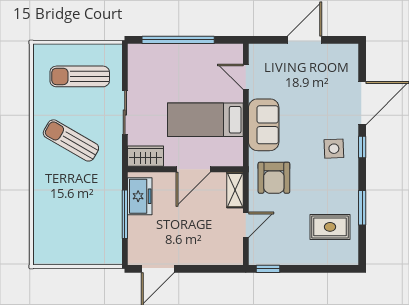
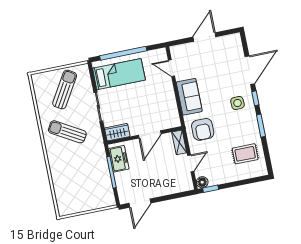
sun lounger: (80, 76) -> (65, 89), turned 121
bed: (205, 120) -> (119, 74), moved, turned 180
window: (362, 208) -> (261, 126), moved
floor lamp: (257, 256) -> (202, 182), added

